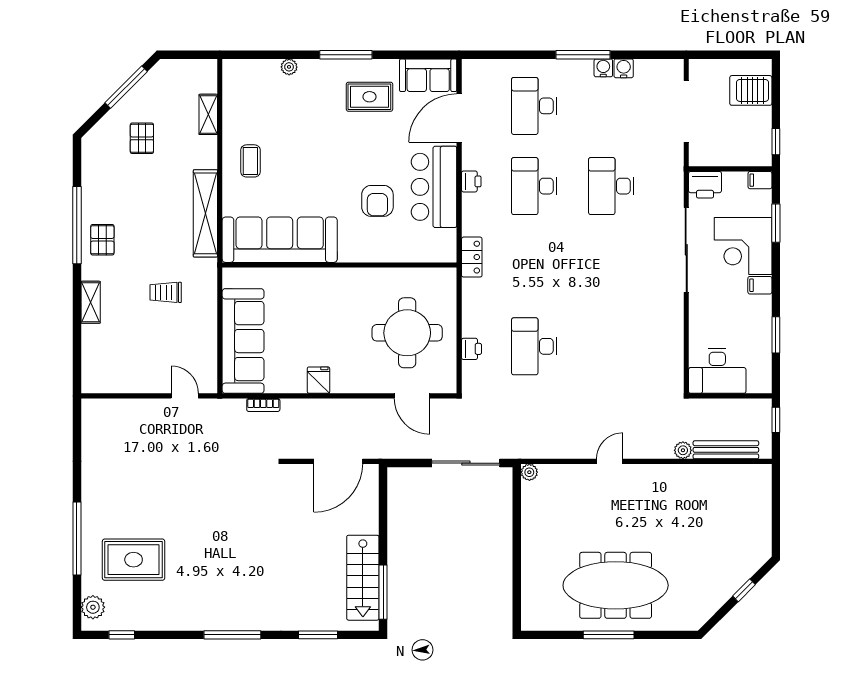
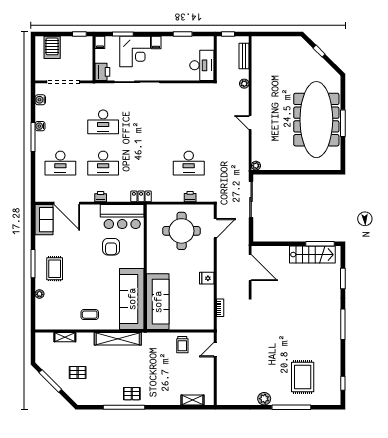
water cooler: (624, 68) -> (40, 100), moved
rug: (369, 97) -> (55, 269), moved
bar counter: (434, 187) -> (122, 217), moved
armchair: (377, 201) -> (111, 247), turned 90
trolley: (166, 292) -> (182, 345), moved
shelving: (91, 302) -> (193, 400), moved
sofa: (243, 341) -> (158, 302), moved, turned 90
bench: (726, 450) -> (244, 56), width x0.73
meeting table: (616, 585) -> (316, 120), width x1.36, depth x1.27
plant: (93, 607) -> (264, 399), moved

